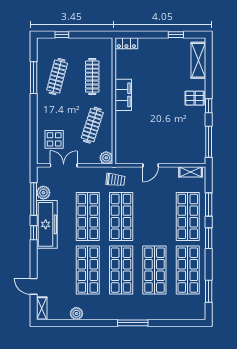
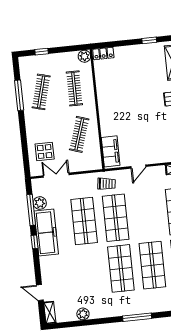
filing cabinet: (123, 95) -> (111, 151), moved
plant: (106, 158) -> (84, 56), moved
shop shelf: (88, 270) -> (89, 272), removed

